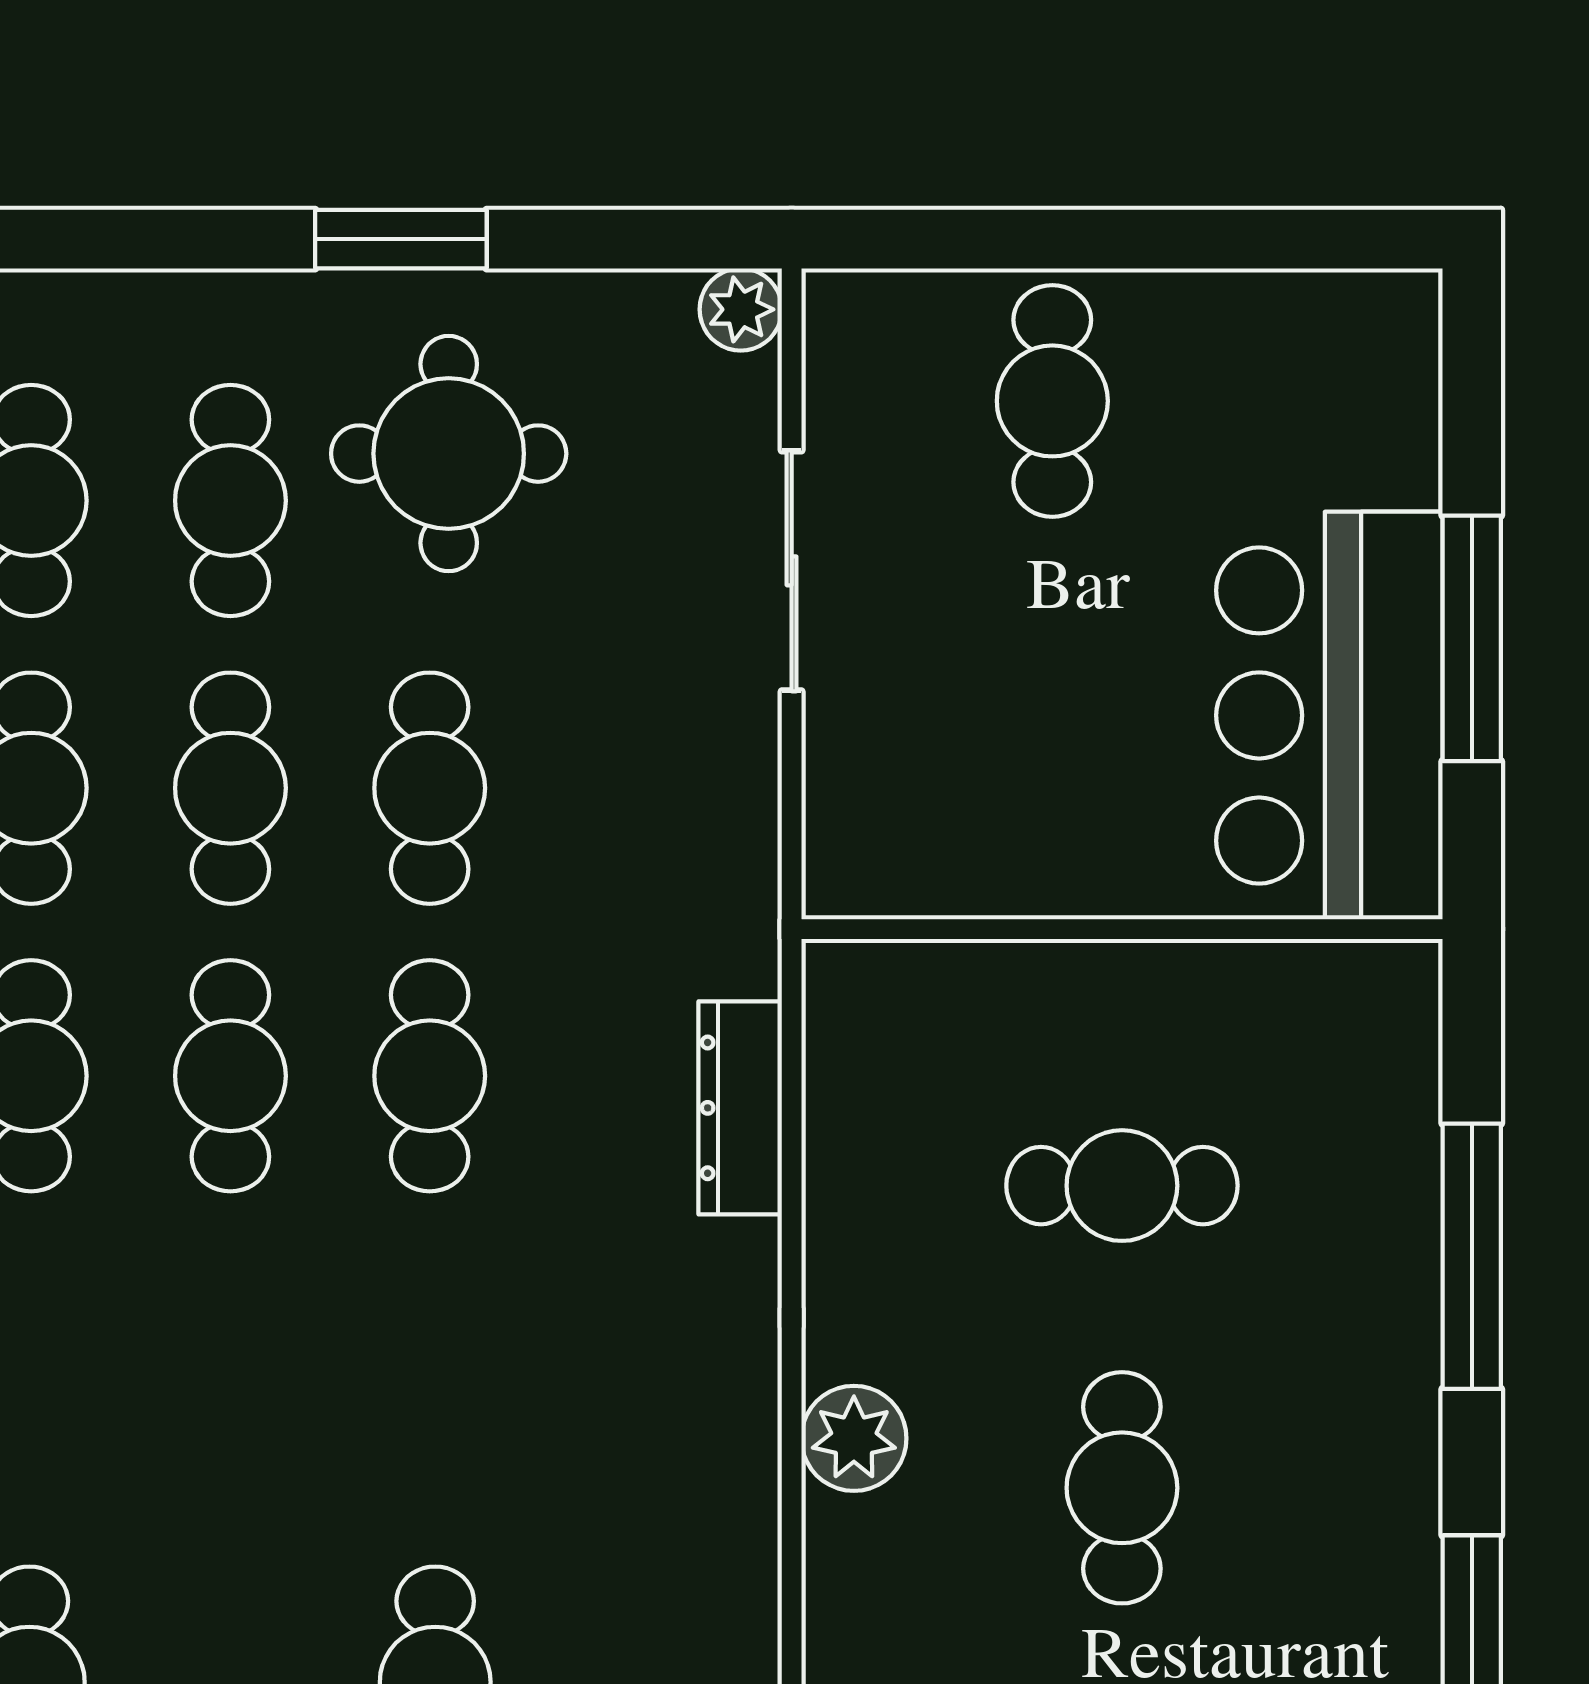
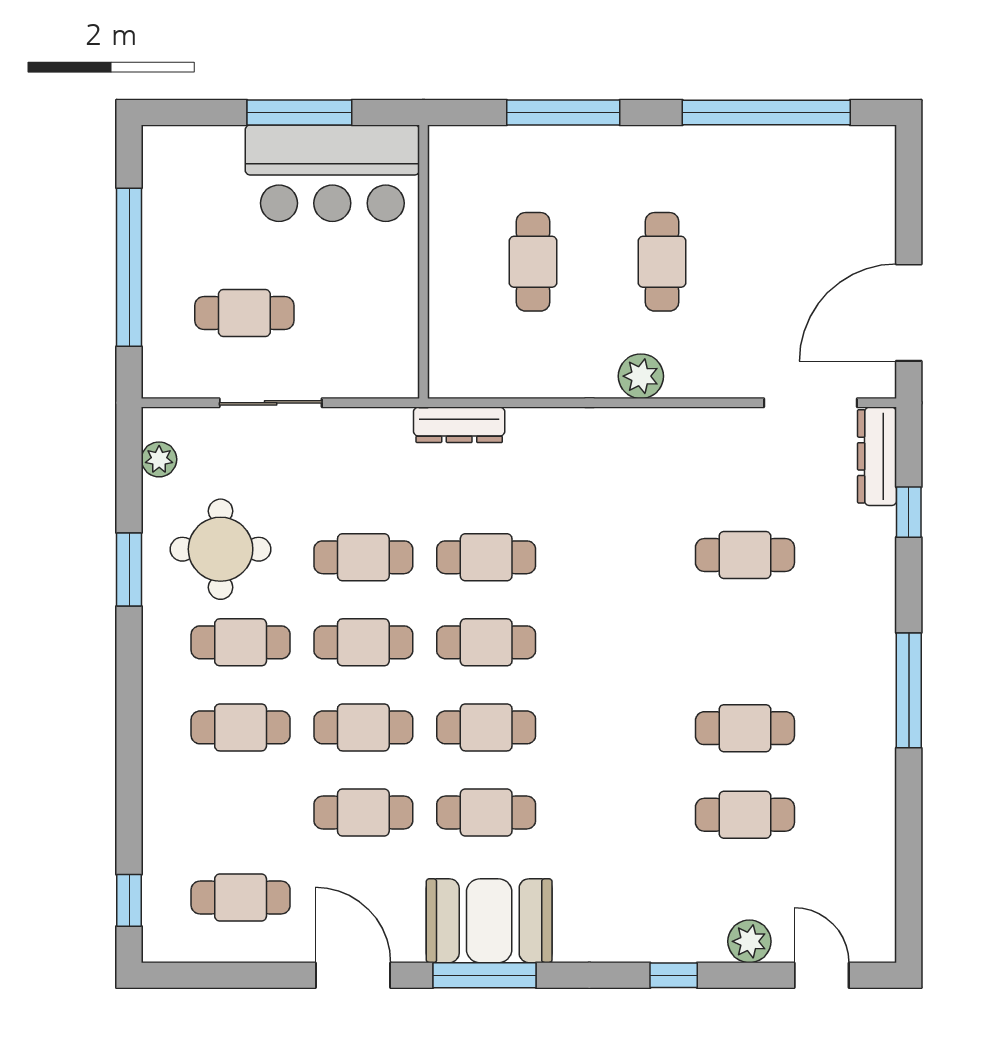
window: (1109, 239) -> (129, 267), added
plant: (741, 309) -> (159, 459), moved
cafe table: (1052, 401) -> (244, 313), moved
dresser: (740, 1108) -> (459, 425), moved
cafe table: (1122, 1488) -> (662, 262), turned 90

